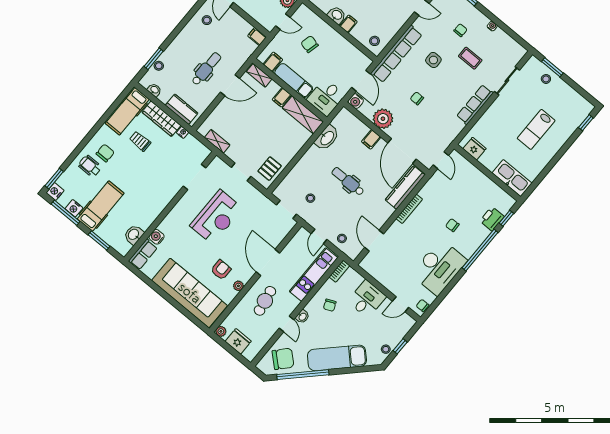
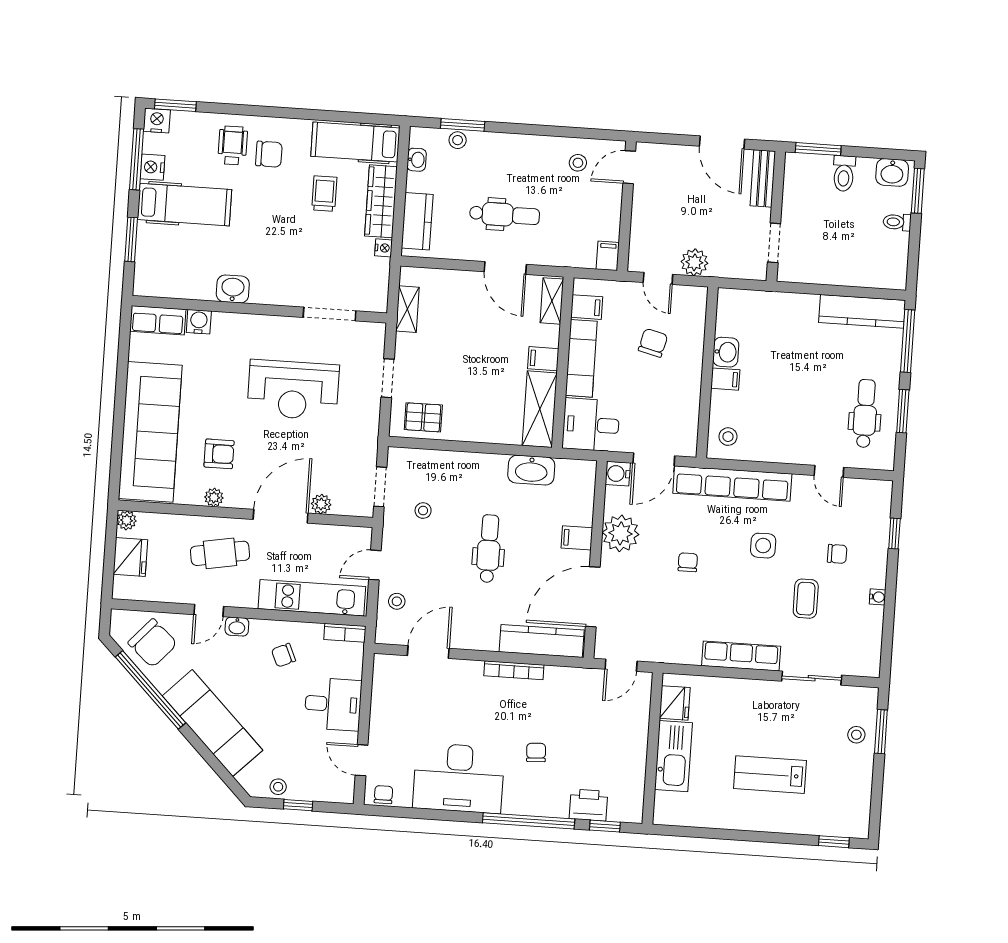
kitchen sink: (512, 178) -> (673, 756), moved
washbasin: (134, 235) -> (233, 289), moved
plant: (275, 241) -> (321, 504), added

